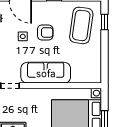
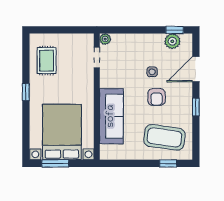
sofa: (46, 73) -> (111, 116), moved

